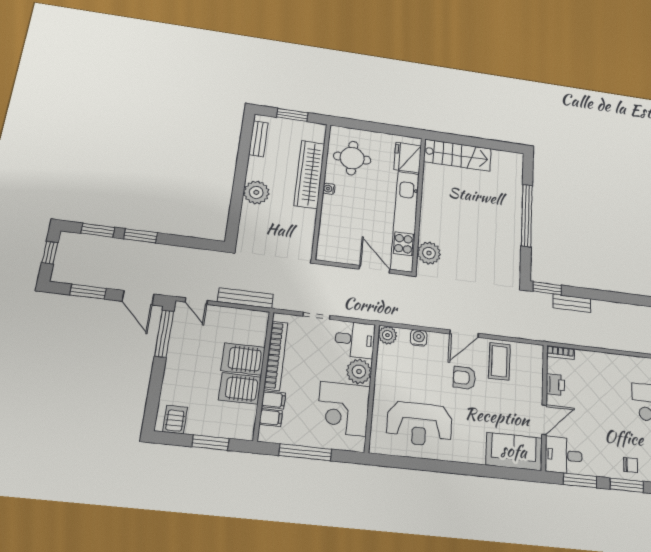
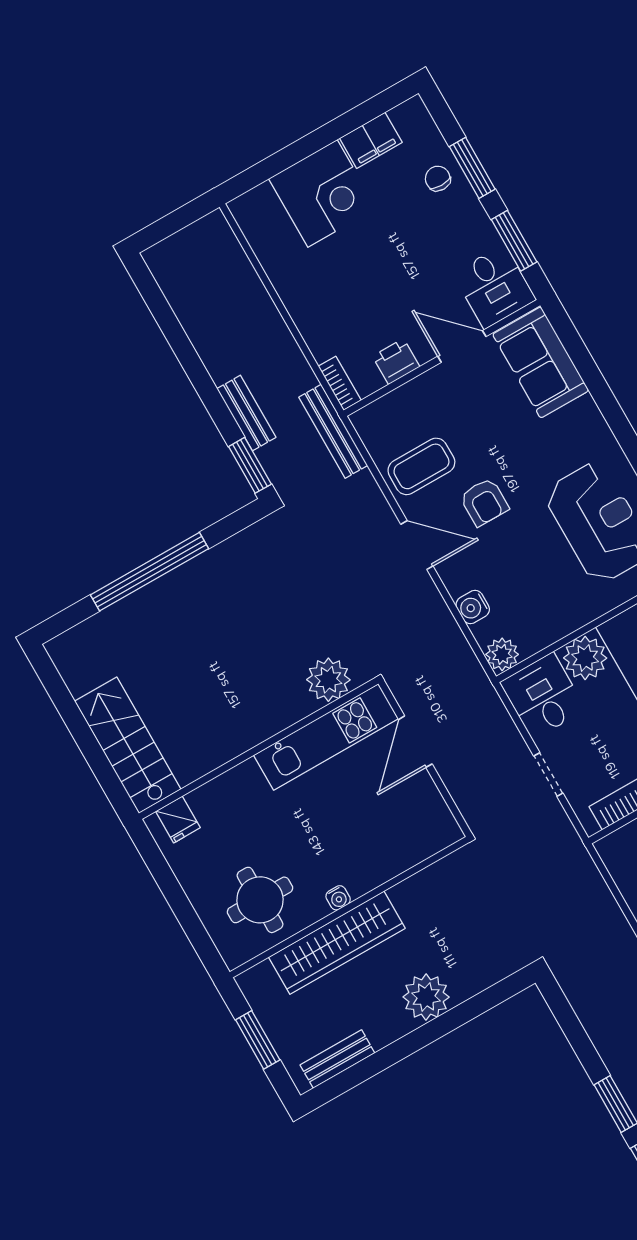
fridge: (408, 158) -> (178, 819), width x0.53, depth x0.75
kitchen unit: (405, 221) -> (326, 737), width x0.73
bench: (245, 298) -> (333, 431), moved

